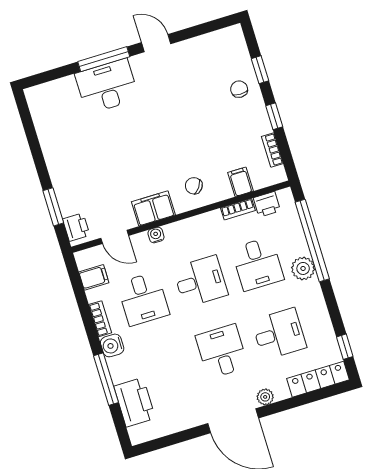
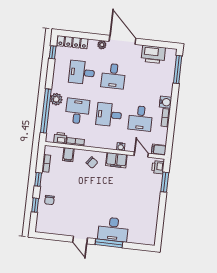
filing cabinet: (94, 277) -> (159, 150), moved
desk: (143, 299) -> (140, 118), turned 180
window: (106, 379) -> (178, 69), moved
printer: (135, 402) -> (153, 54), moved, turned -90

